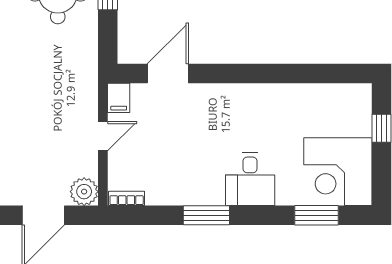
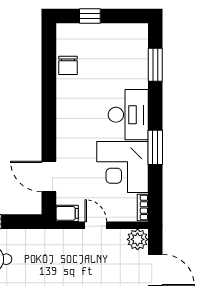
chair: (316, 99) -> (68, 65), added
corner desk: (338, 172) -> (122, 167), moved, turned 90
desk: (250, 179) -> (128, 115), width x1.37

